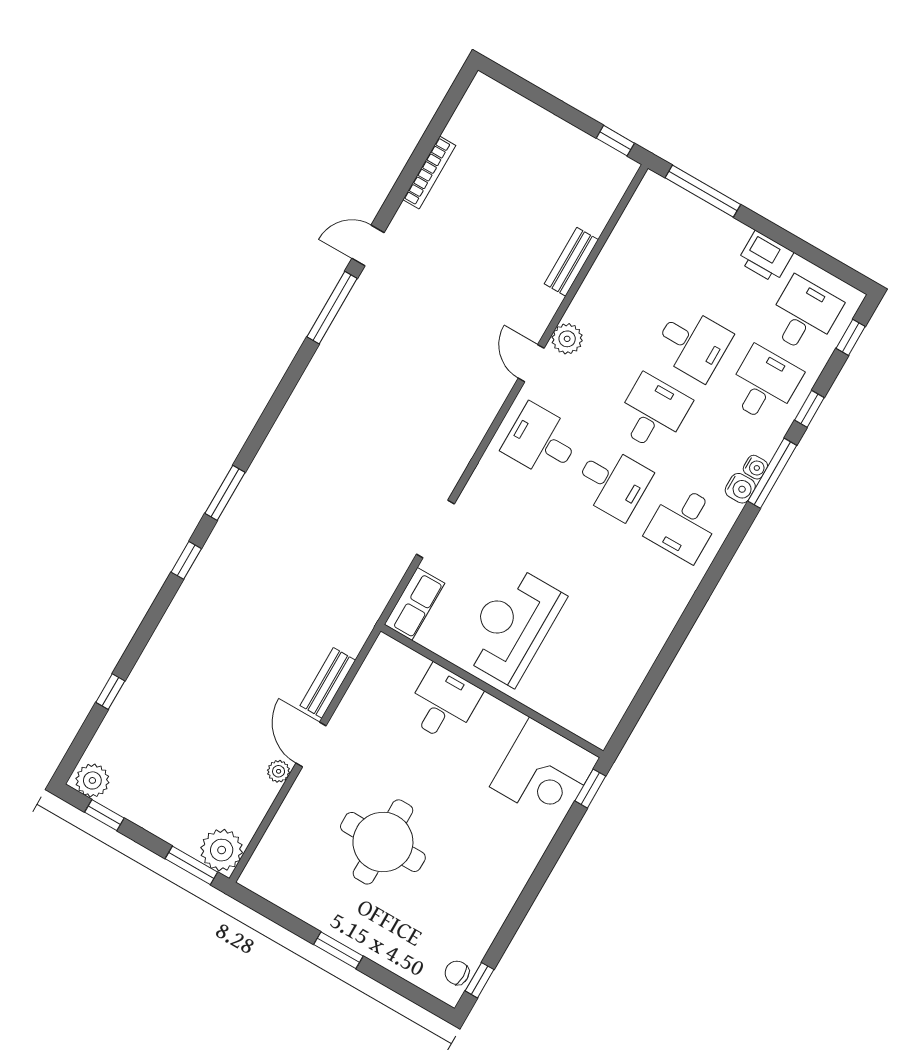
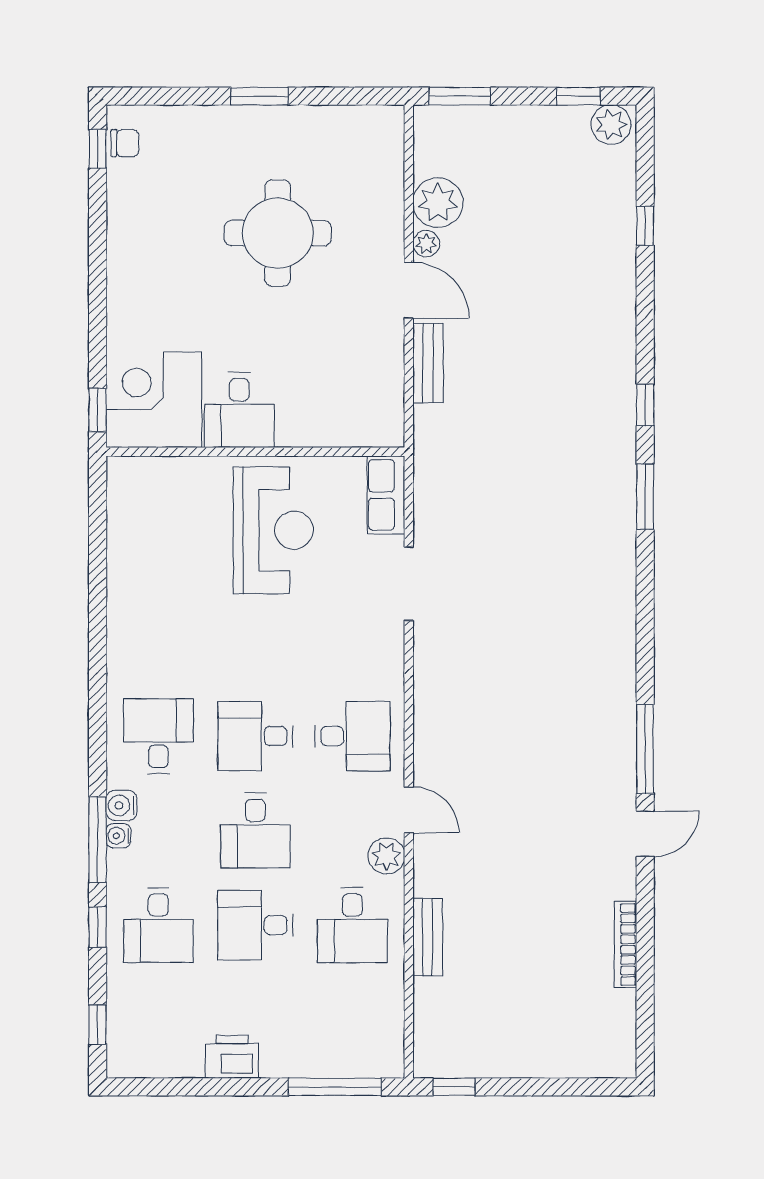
desk: (804, 315) -> (352, 925), moved
desk: (443, 703) -> (239, 410), moved
plant: (222, 850) -> (438, 203), moved

